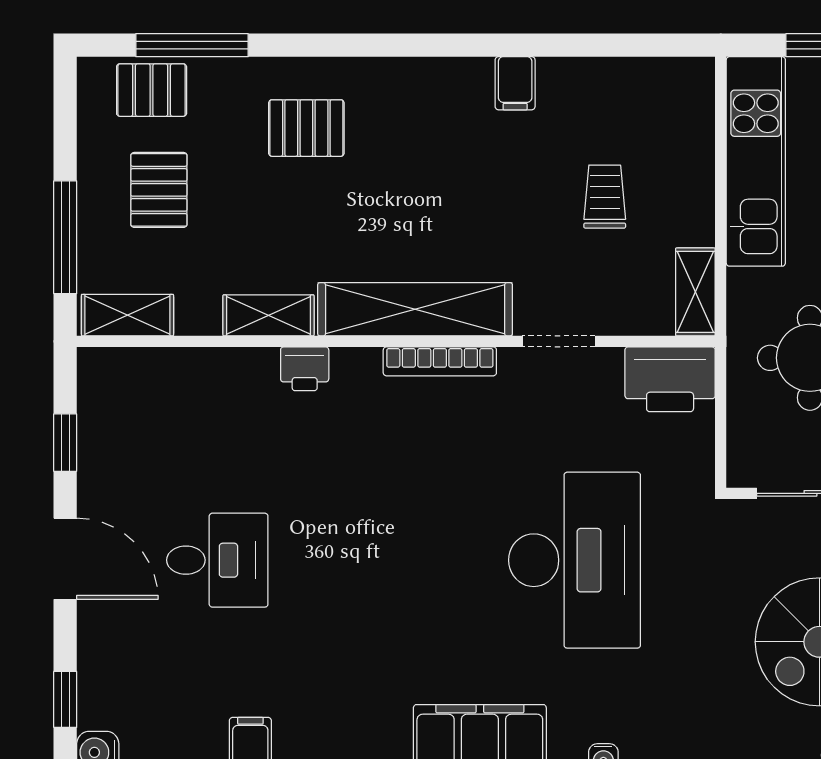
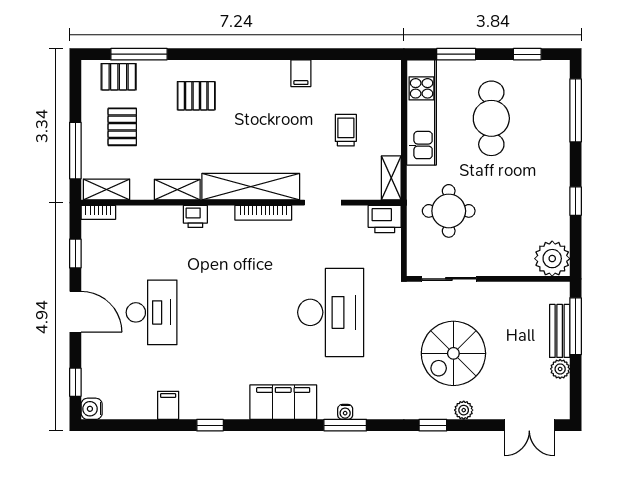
bookcase: (111, 361) -> (98, 212), added
printer: (670, 379) -> (385, 219), width x0.73, depth x0.84
desk: (217, 560) -> (152, 312), width x1.37

